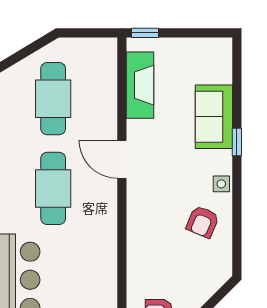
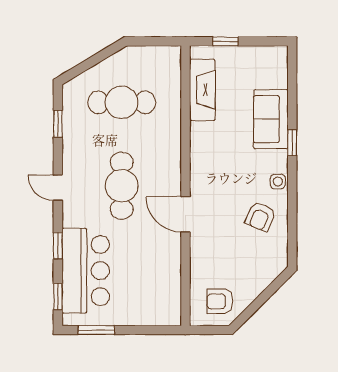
window: (145, 33) -> (225, 41), moved
cafe table: (53, 99) -> (122, 102), turned 90
door: (122, 159) -> (185, 214), moved

